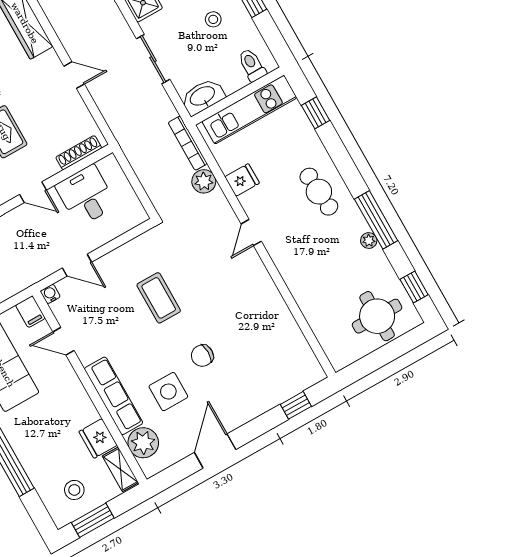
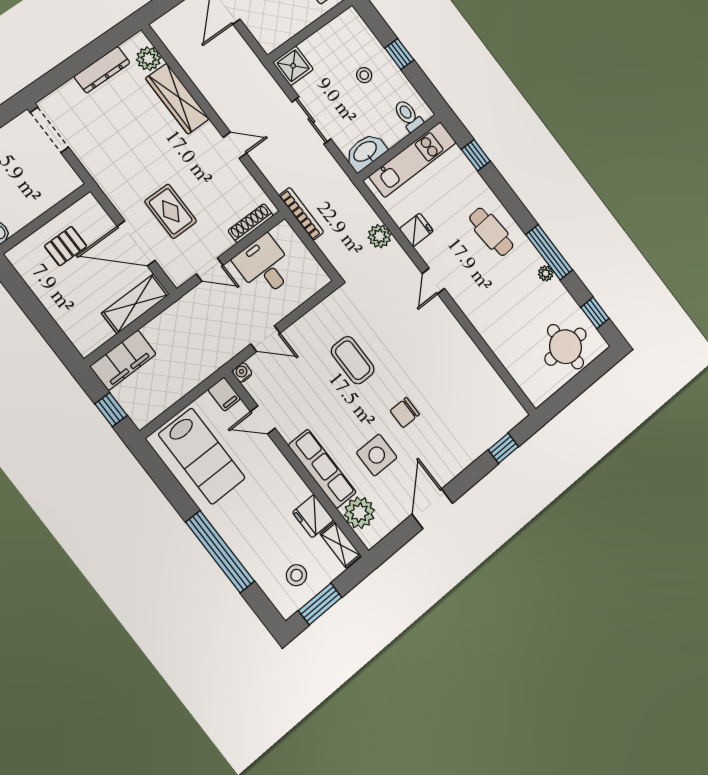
bookcase: (188, 143) -> (301, 214), moved, turned 180

